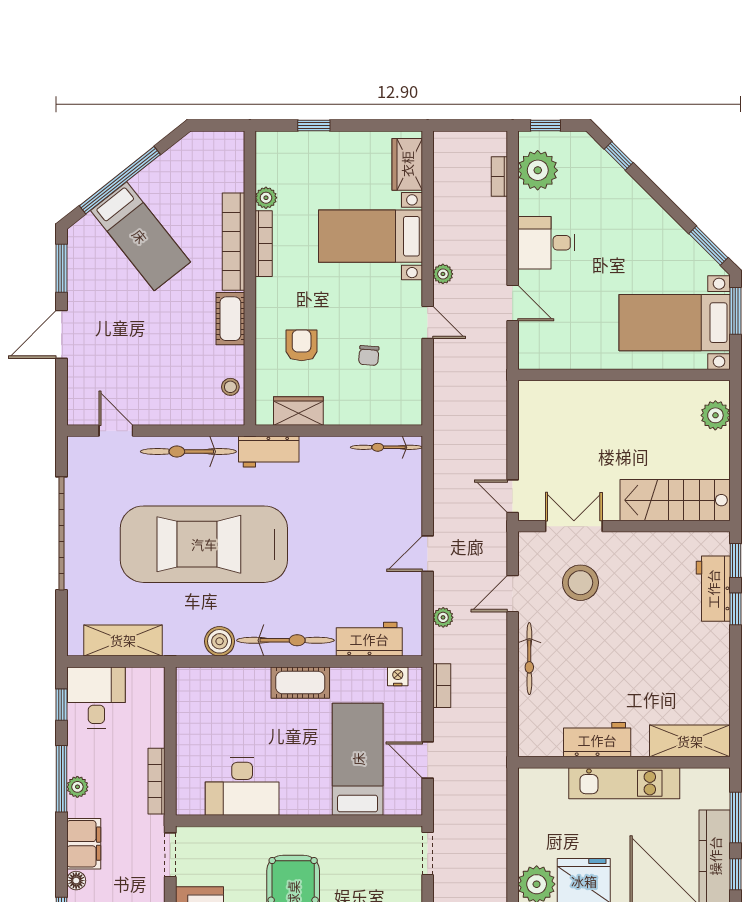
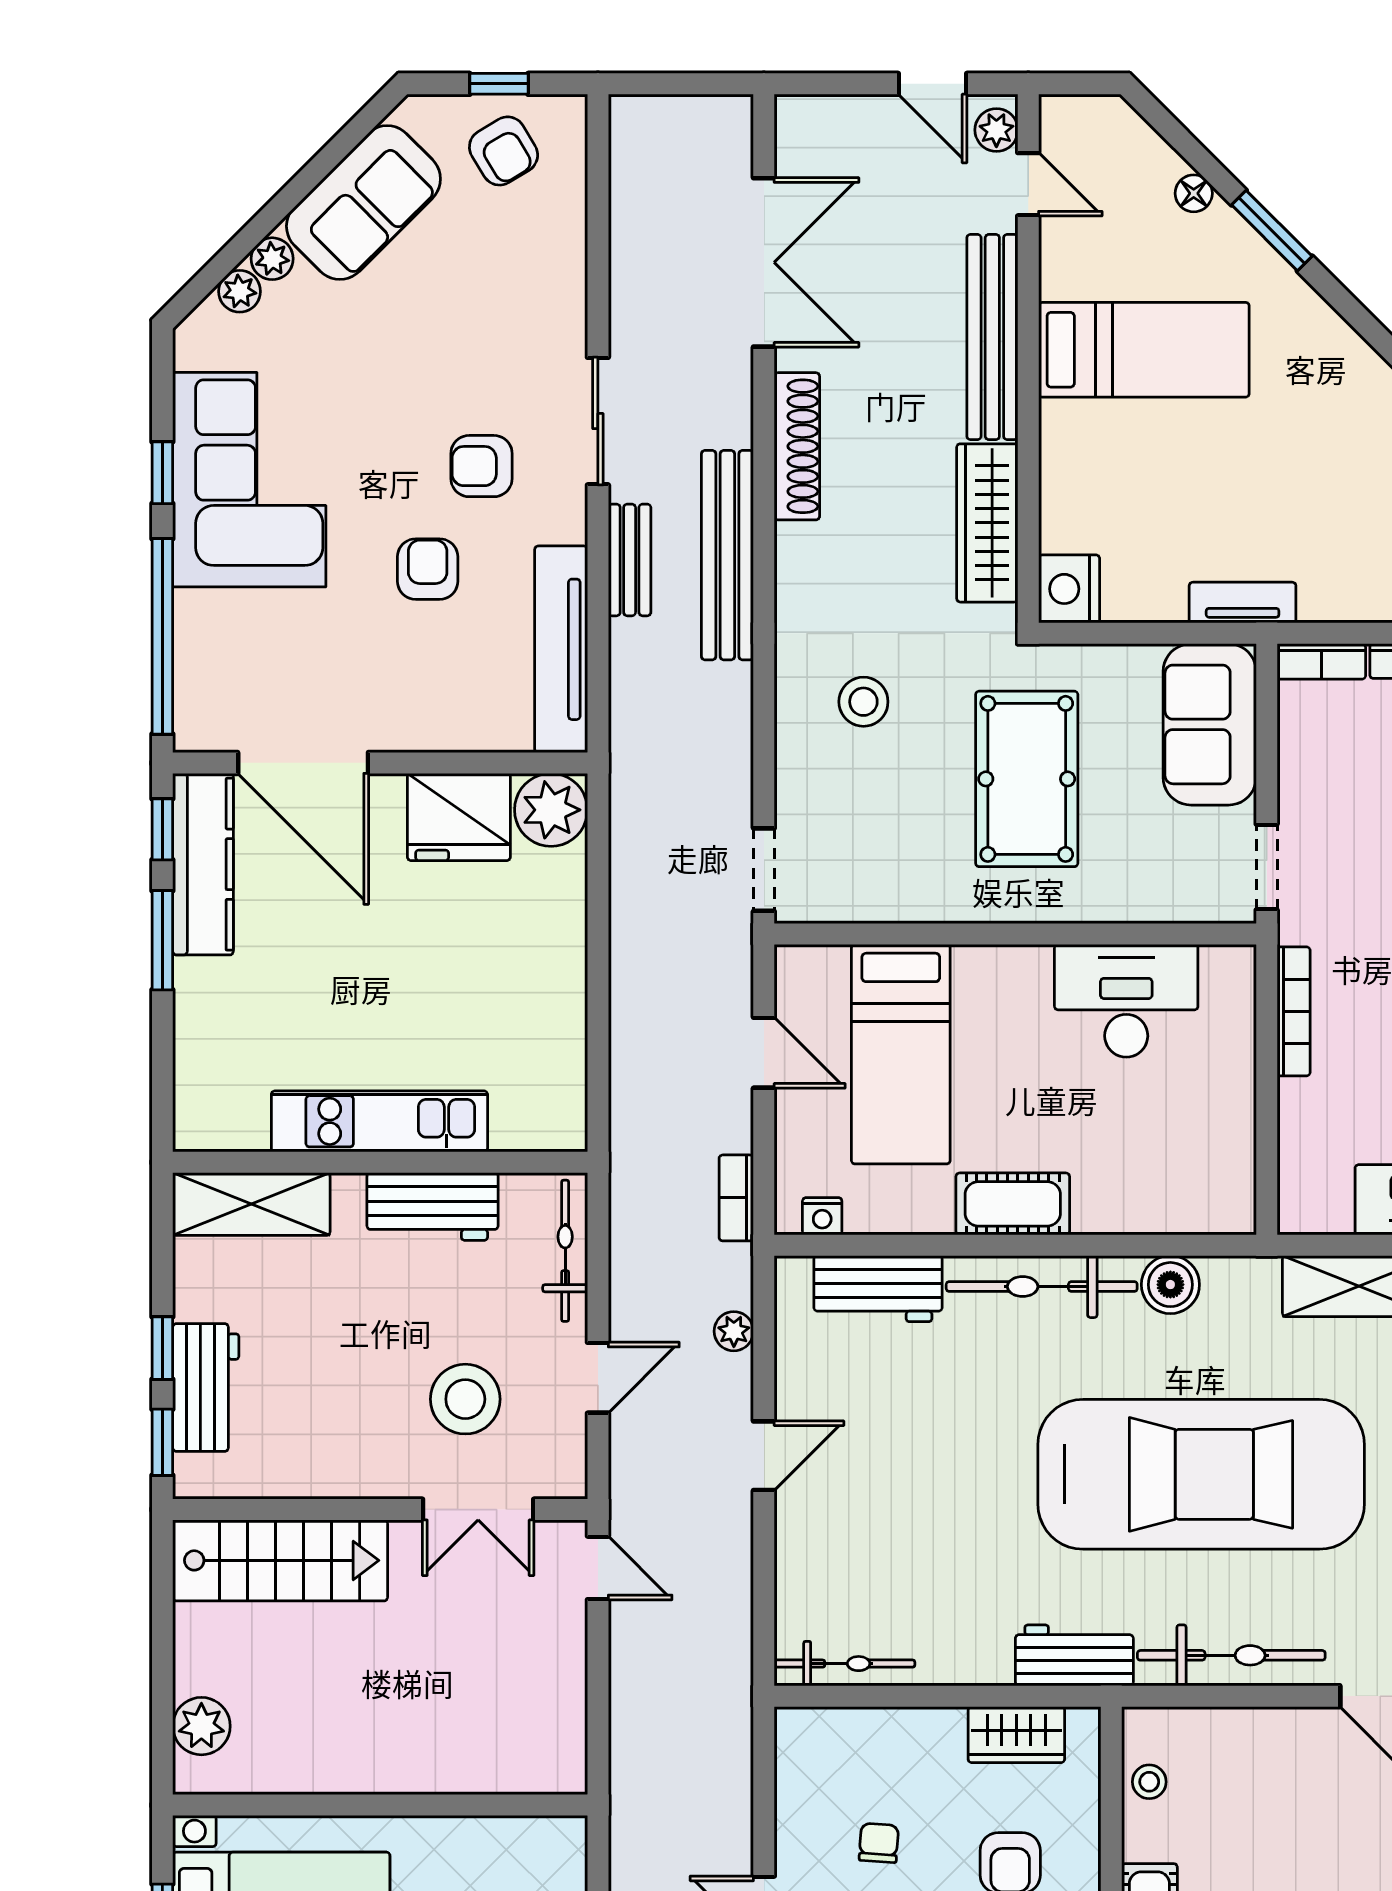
workbench: (597, 740) -> (433, 1206), moved
shelving: (690, 741) -> (251, 1204), moved
wall: (624, 762) -> (380, 1162), moved
kitchen unit: (624, 783) -> (379, 1121), moved

